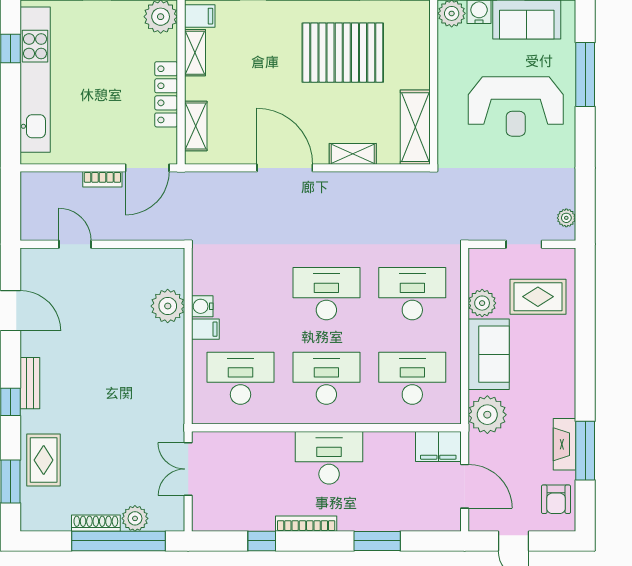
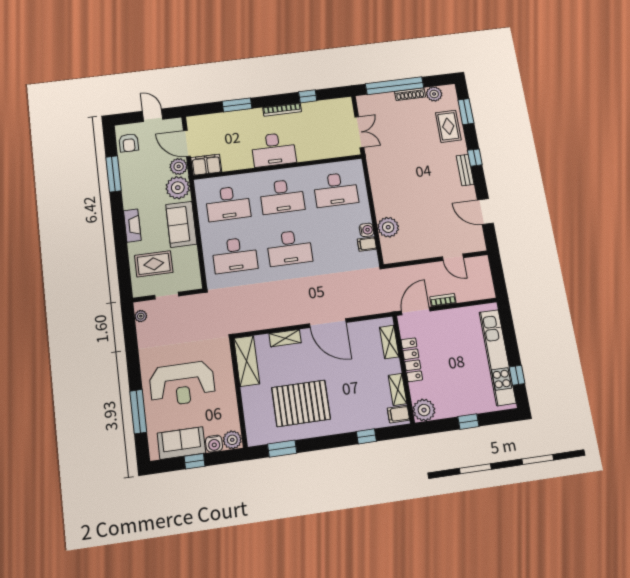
reception desk: (516, 106) -> (182, 384), turned 180
plant: (482, 303) -> (179, 166), moved
filing cabinet: (205, 329) -> (367, 244), moved
fireplace: (564, 444) -> (132, 226), moved
armchair: (556, 499) -> (129, 143), turned 180
plant: (135, 518) -> (434, 94), moved

